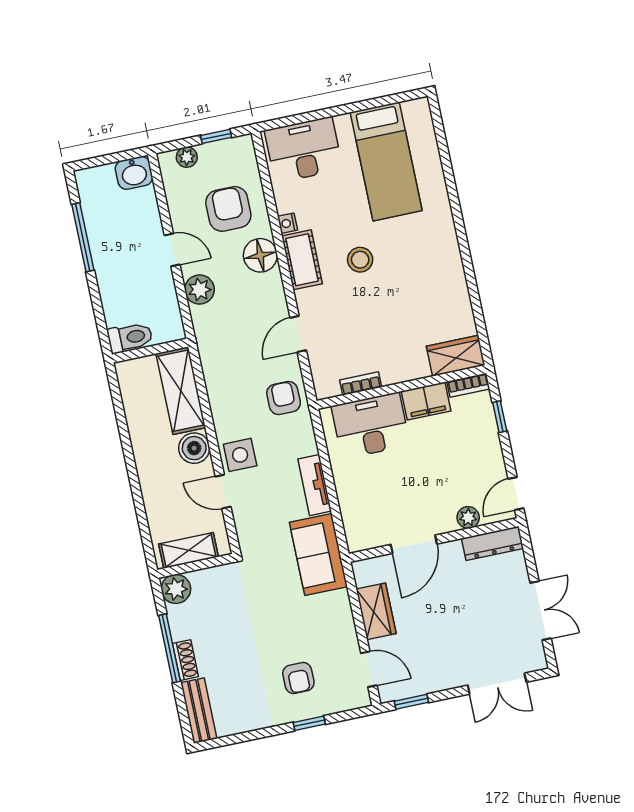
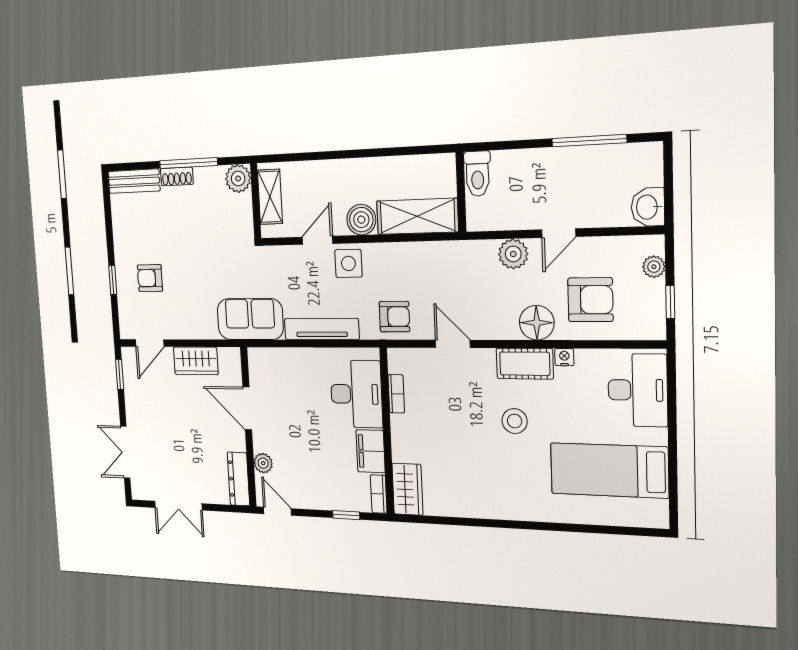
tv unit: (315, 485) -> (322, 329), width x1.41

